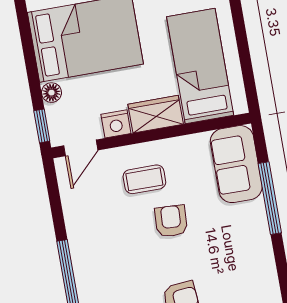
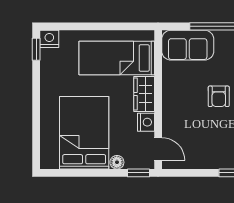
coffee table: (144, 179) -> (187, 109), removed
armchair: (171, 221) -> (219, 96), turned -93

